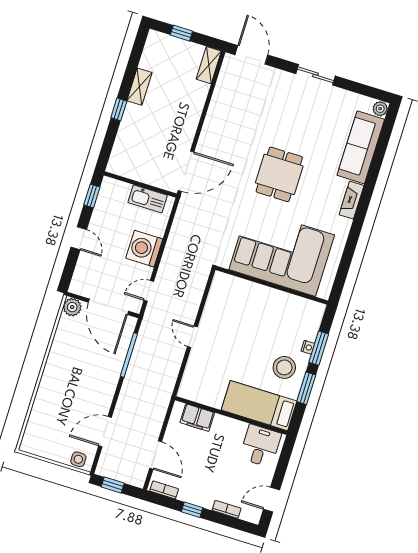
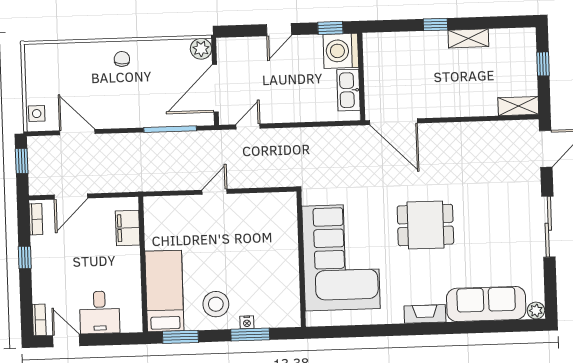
sliding door: (315, 75) -> (548, 227), width x1.37
washing machine: (144, 249) -> (341, 51), moved, turned -90
door: (149, 291) -> (248, 126), hinge flipped
chair: (58, 374) -> (122, 59), added
window: (306, 388) -> (180, 337), moved
desk: (260, 446) -> (100, 312), moved, turned 90
bookcase: (227, 509) -> (39, 320), moved

